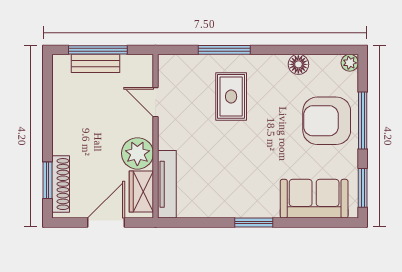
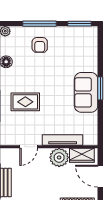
armchair: (327, 121) -> (40, 45), width x0.53, depth x0.53
tv unit: (167, 184) -> (63, 140), moved
sofa: (314, 199) -> (86, 92), moved

